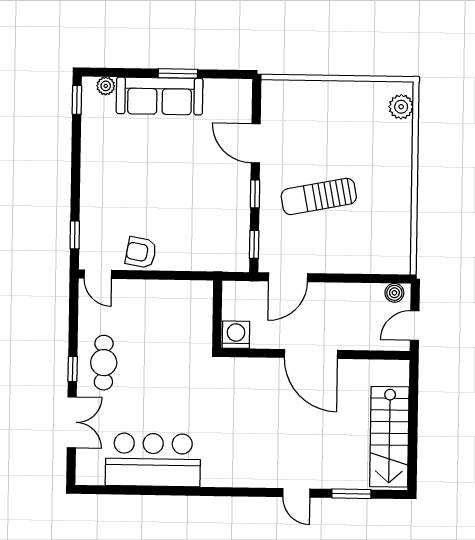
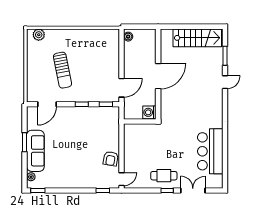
door: (256, 143) -> (47, 104), moved
sun lounger: (319, 196) -> (62, 70), moved
door: (288, 277) -> (121, 88), hinge flipped
door: (415, 326) -> (144, 27), removed

